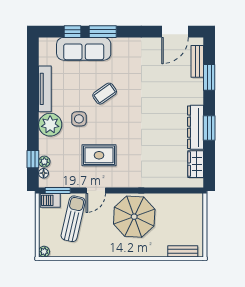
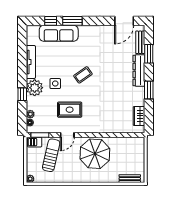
coffee table: (105, 94) -> (83, 75), moved
dresser: (195, 127) -> (139, 71), moved
window: (33, 159) -> (22, 94), moved

